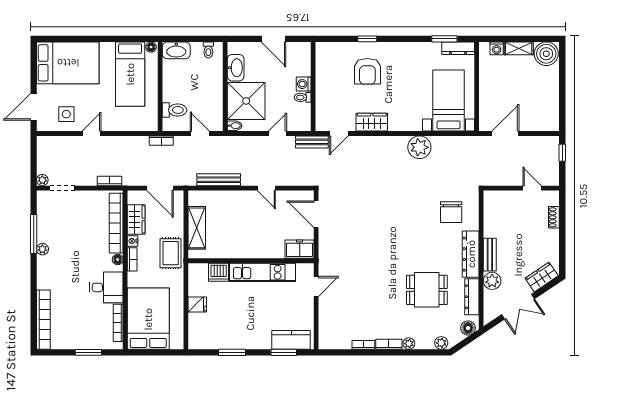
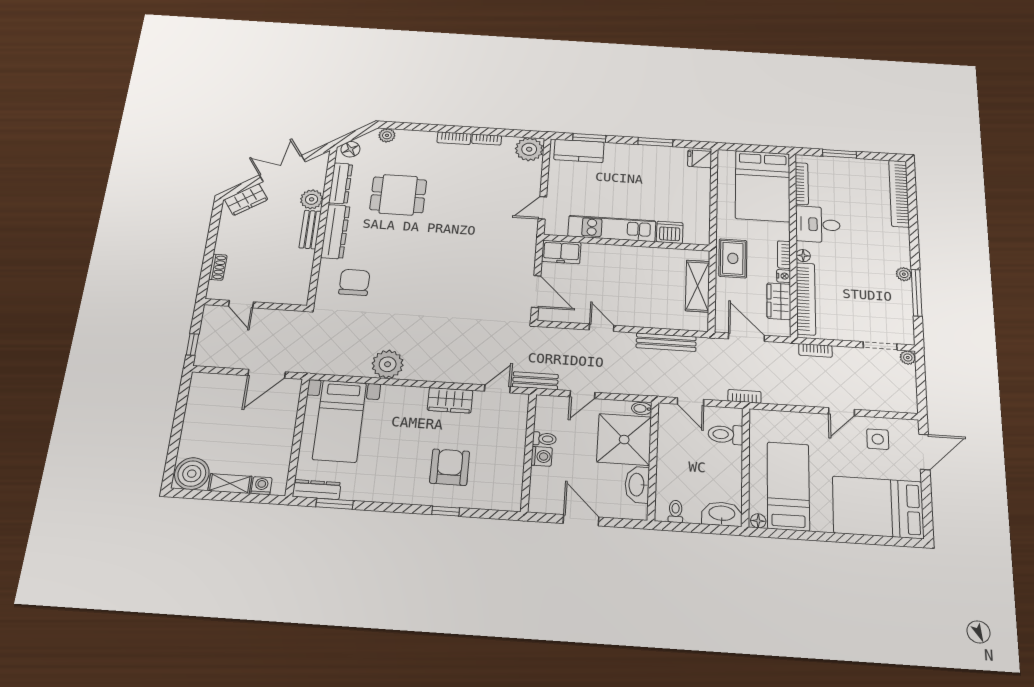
fridge: (197, 305) -> (700, 159), moved
plant: (409, 344) -> (529, 149), moved, width x1.88, depth x1.88

